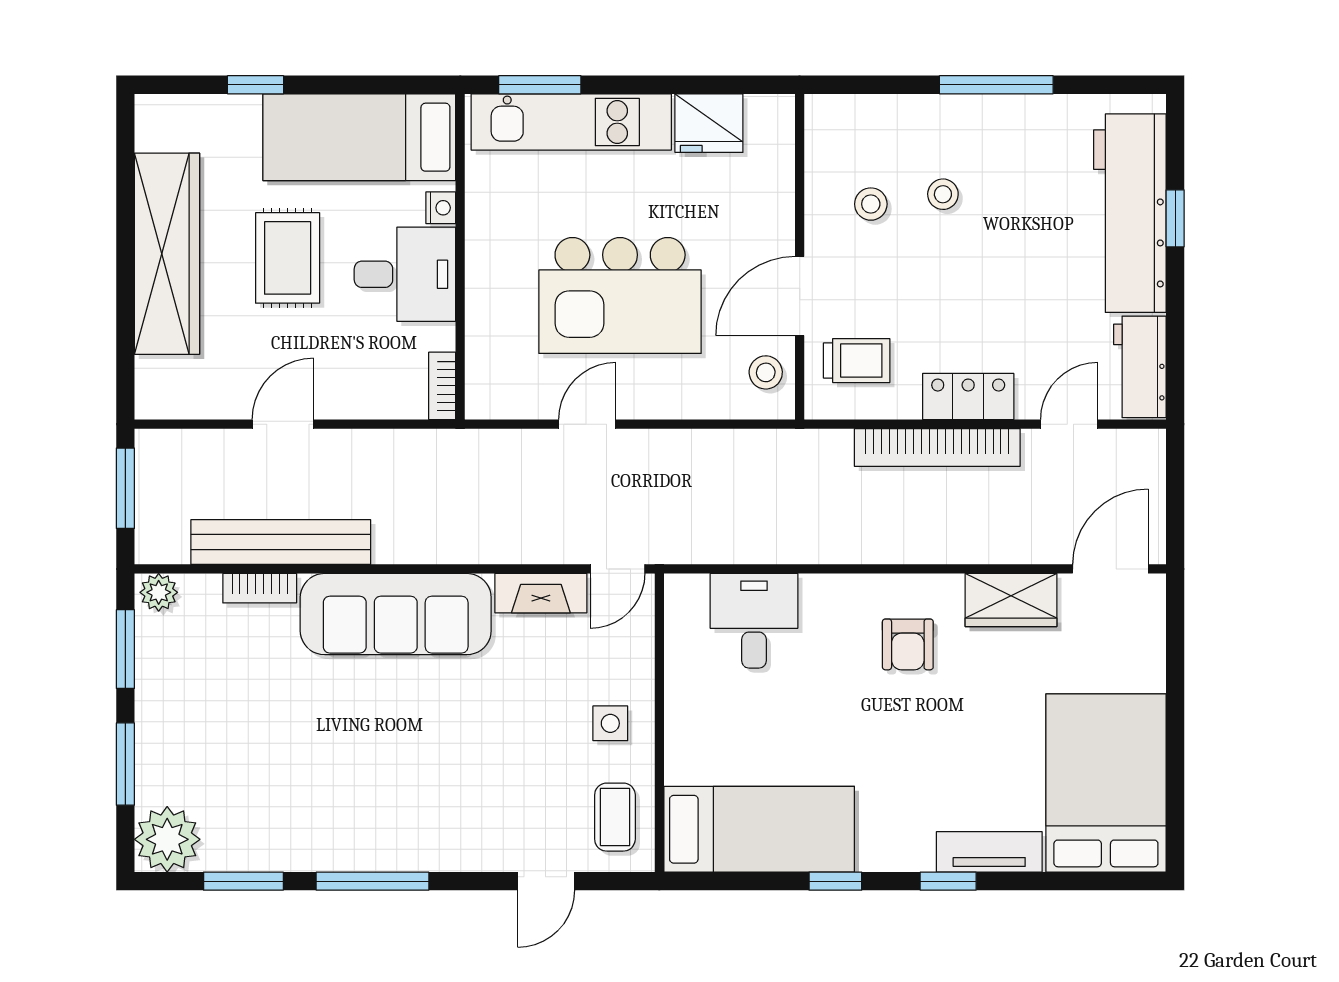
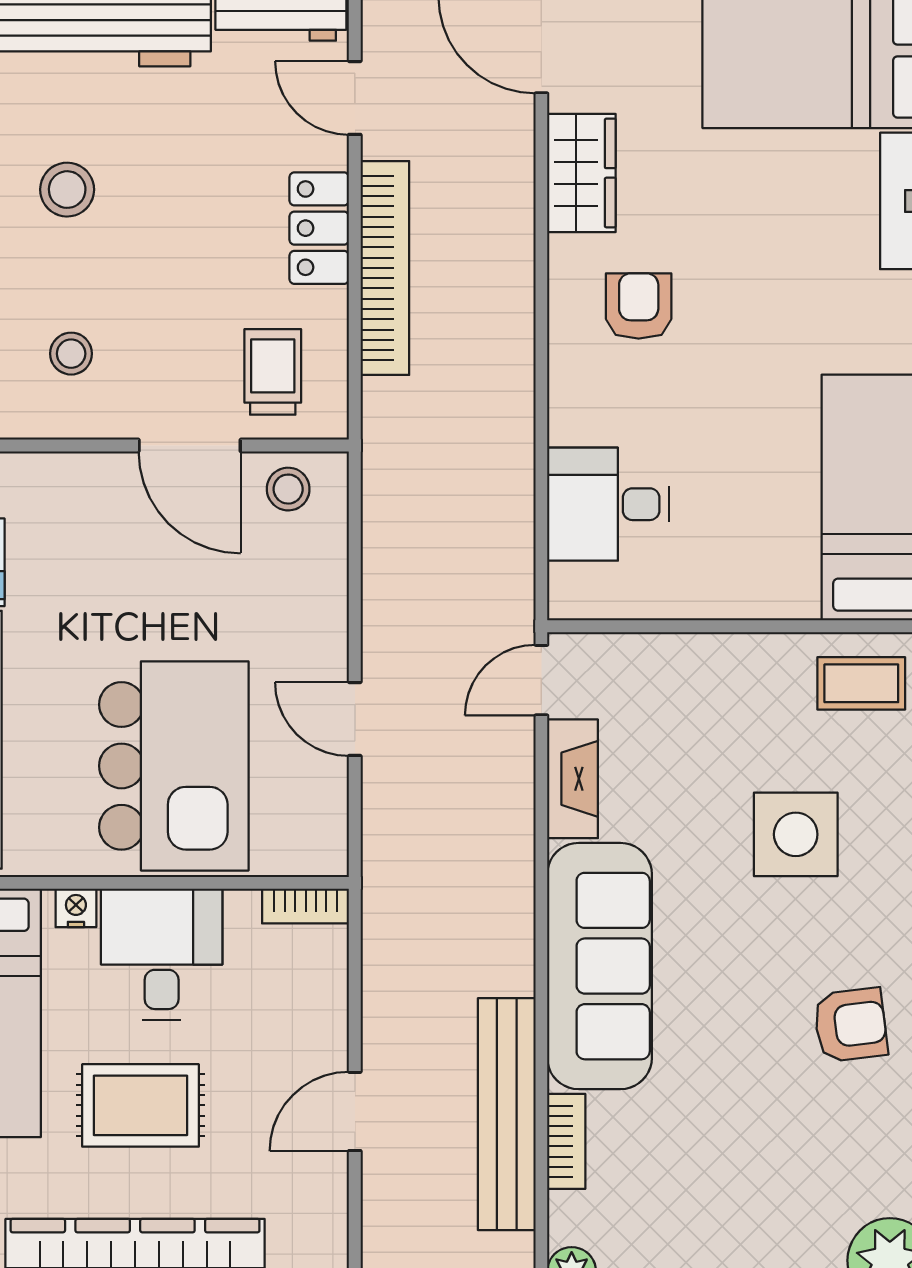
stool: (943, 194) -> (67, 190), moved, width x1.37, depth x1.37
kitchen island: (620, 296) -> (174, 766), moved
door: (283, 424) -> (355, 1111), hinge flipped
door: (618, 569) -> (541, 680), swing flipped
armchair: (908, 644) -> (639, 306), turned -90
side table: (610, 723) -> (796, 834), moved, width x1.87, depth x1.87
armchair: (350, 809) -> (851, 1025), added

